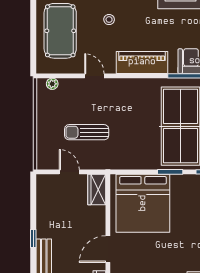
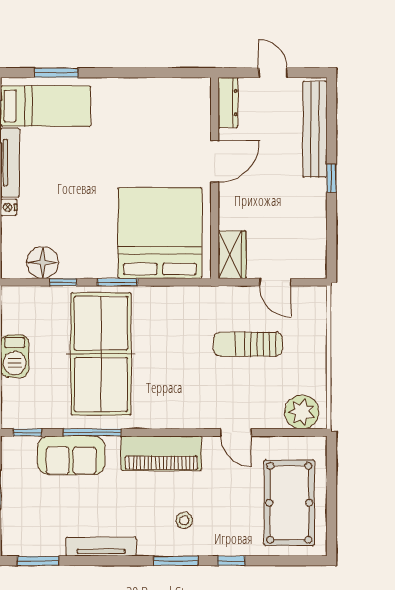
stool: (109, 20) -> (184, 520), moved
plant: (52, 84) -> (302, 412), width x1.87, depth x1.87
sun lounger: (87, 132) -> (248, 344), turned 180

